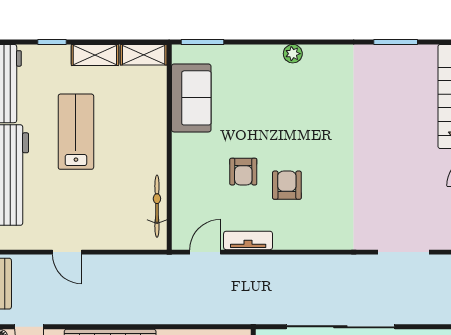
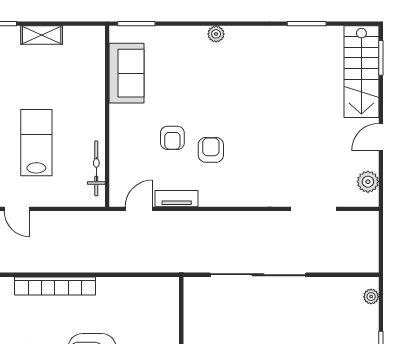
shelving: (144, 55) -> (85, 35), removed
lab bench: (76, 132) -> (36, 143), moved

